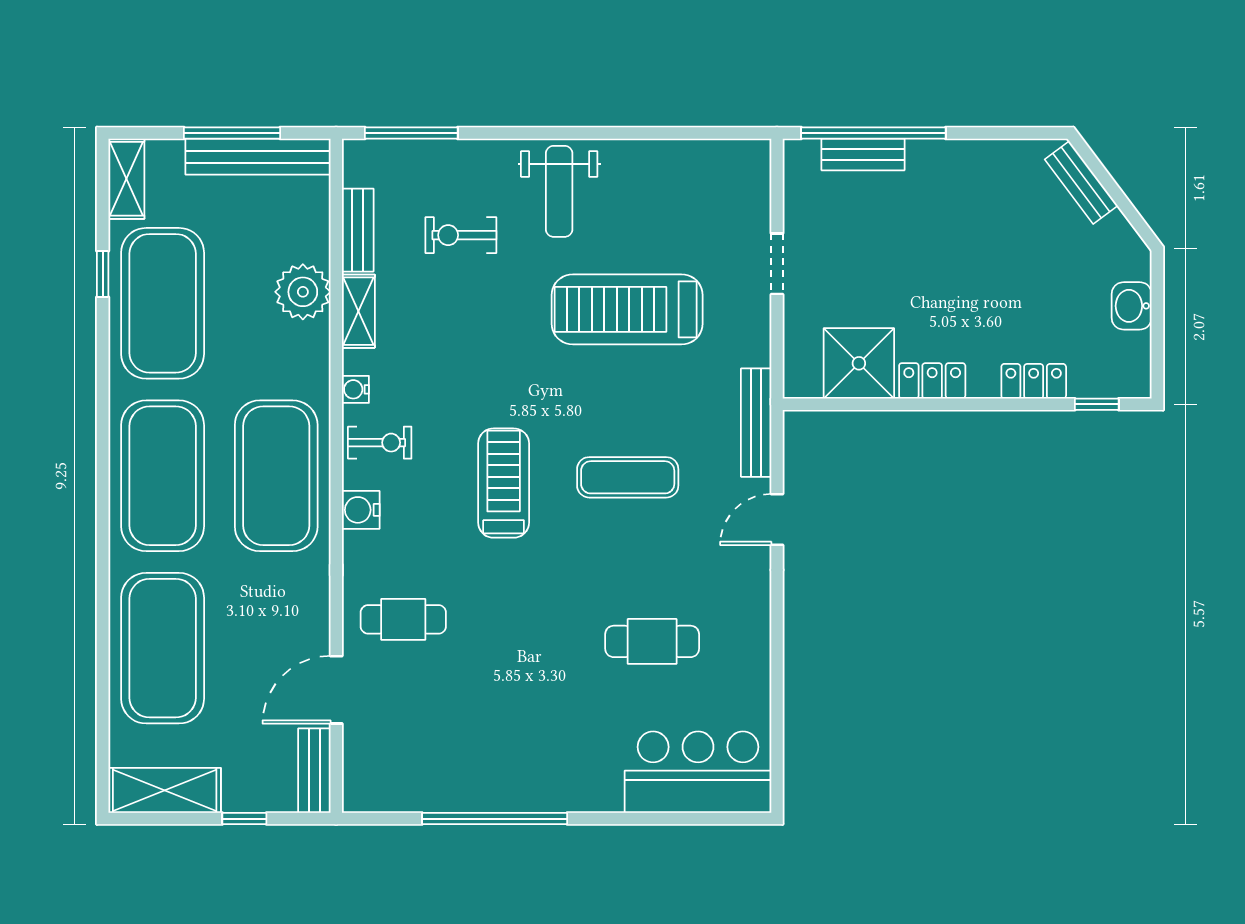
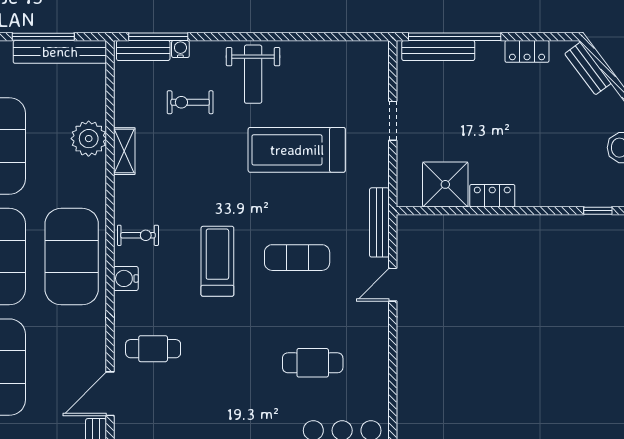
bench: (863, 154) -> (438, 50), width x1.36
bench: (358, 230) -> (143, 50), moved, turned 90
locker: (1034, 381) -> (527, 51), moved, turned 180
water cooler: (355, 389) -> (180, 49), moved, turned 90

